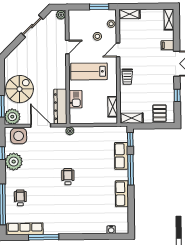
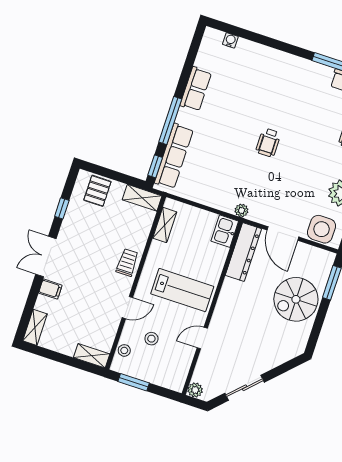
kitchen sink: (76, 99) -> (225, 231), moved
plant: (12, 117) -> (321, 262), removed
row of seats: (121, 156) -> (174, 156), width x1.48

